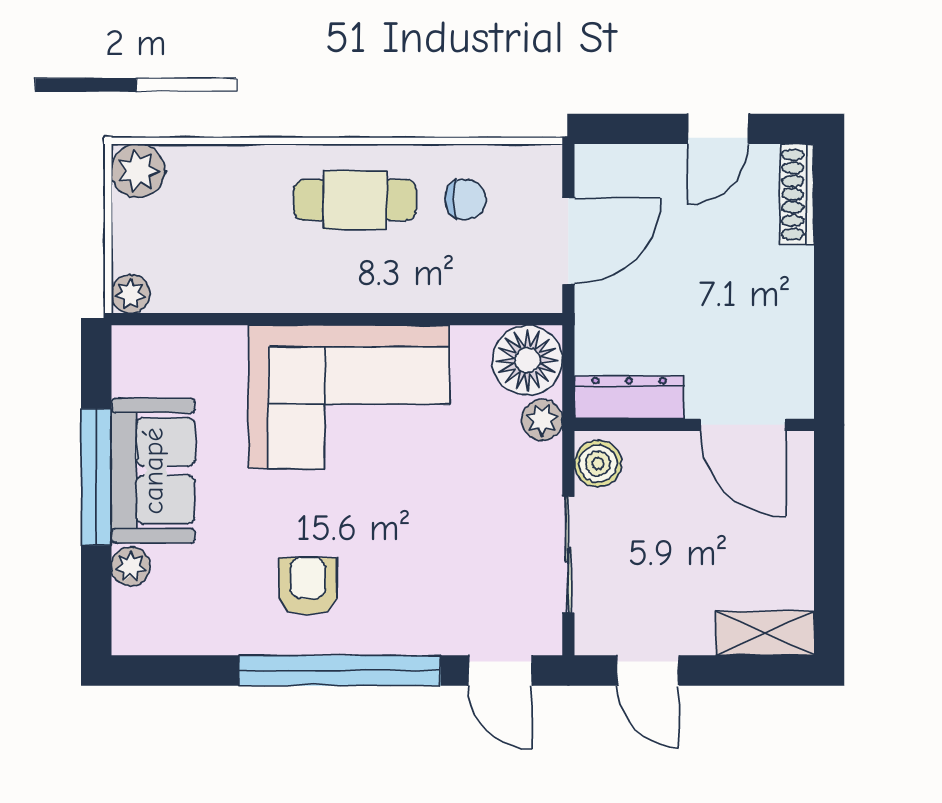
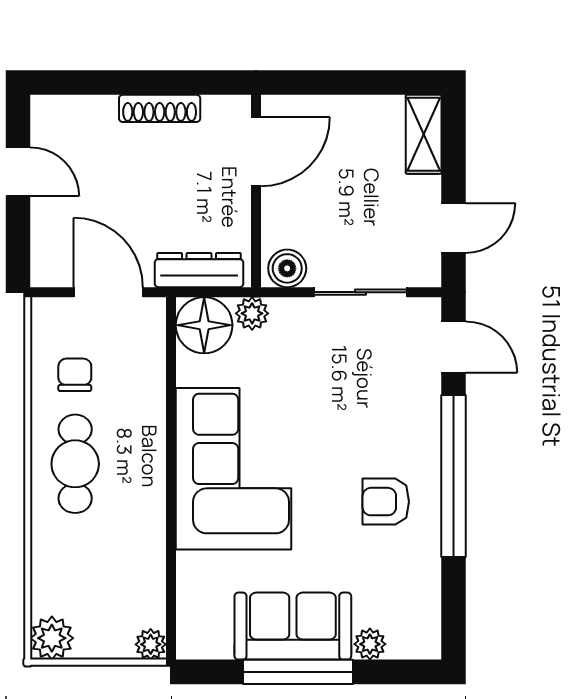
shoe rack: (797, 194) -> (160, 108), moved
dresser: (629, 397) -> (199, 270), moved, turned 90
door: (500, 671) -> (454, 347), hinge flipped

